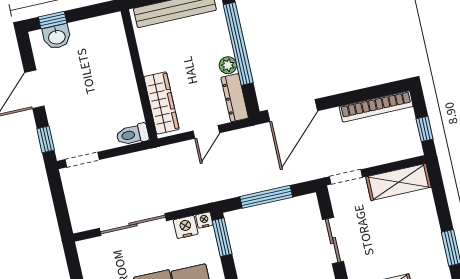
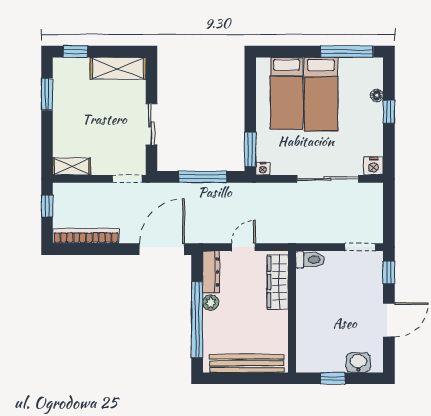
window: (53, 20) -> (333, 378), moved
shelving: (399, 182) -> (72, 167), width x0.67, depth x0.75
nightstand: (186, 227) -> (373, 166), moved

